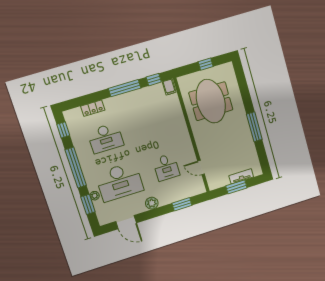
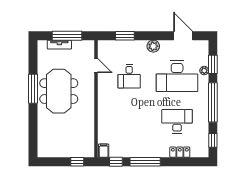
window: (206, 64) -> (77, 162), moved
meeting table: (211, 101) -> (59, 91), moved
desk: (166, 167) -> (129, 76), turned 180
desk: (120, 182) -> (177, 76), turned 180
window: (236, 187) -> (67, 36), width x1.44

